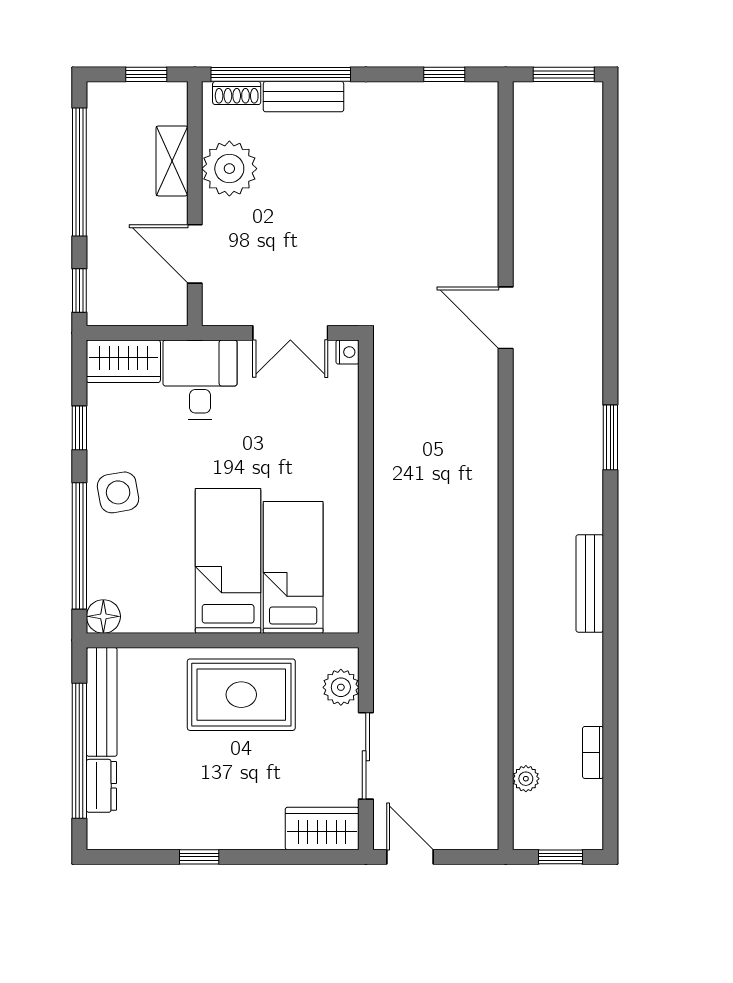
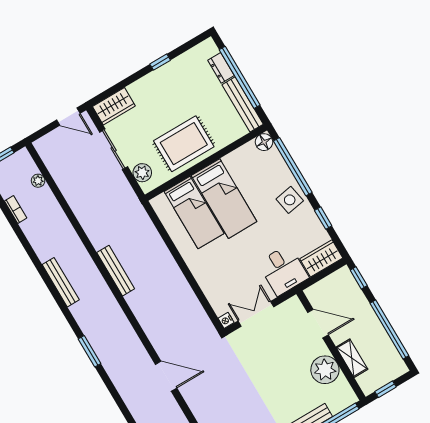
shoe rack: (237, 93) -> (341, 405), removed
bench: (485, 548) -> (116, 271), added

